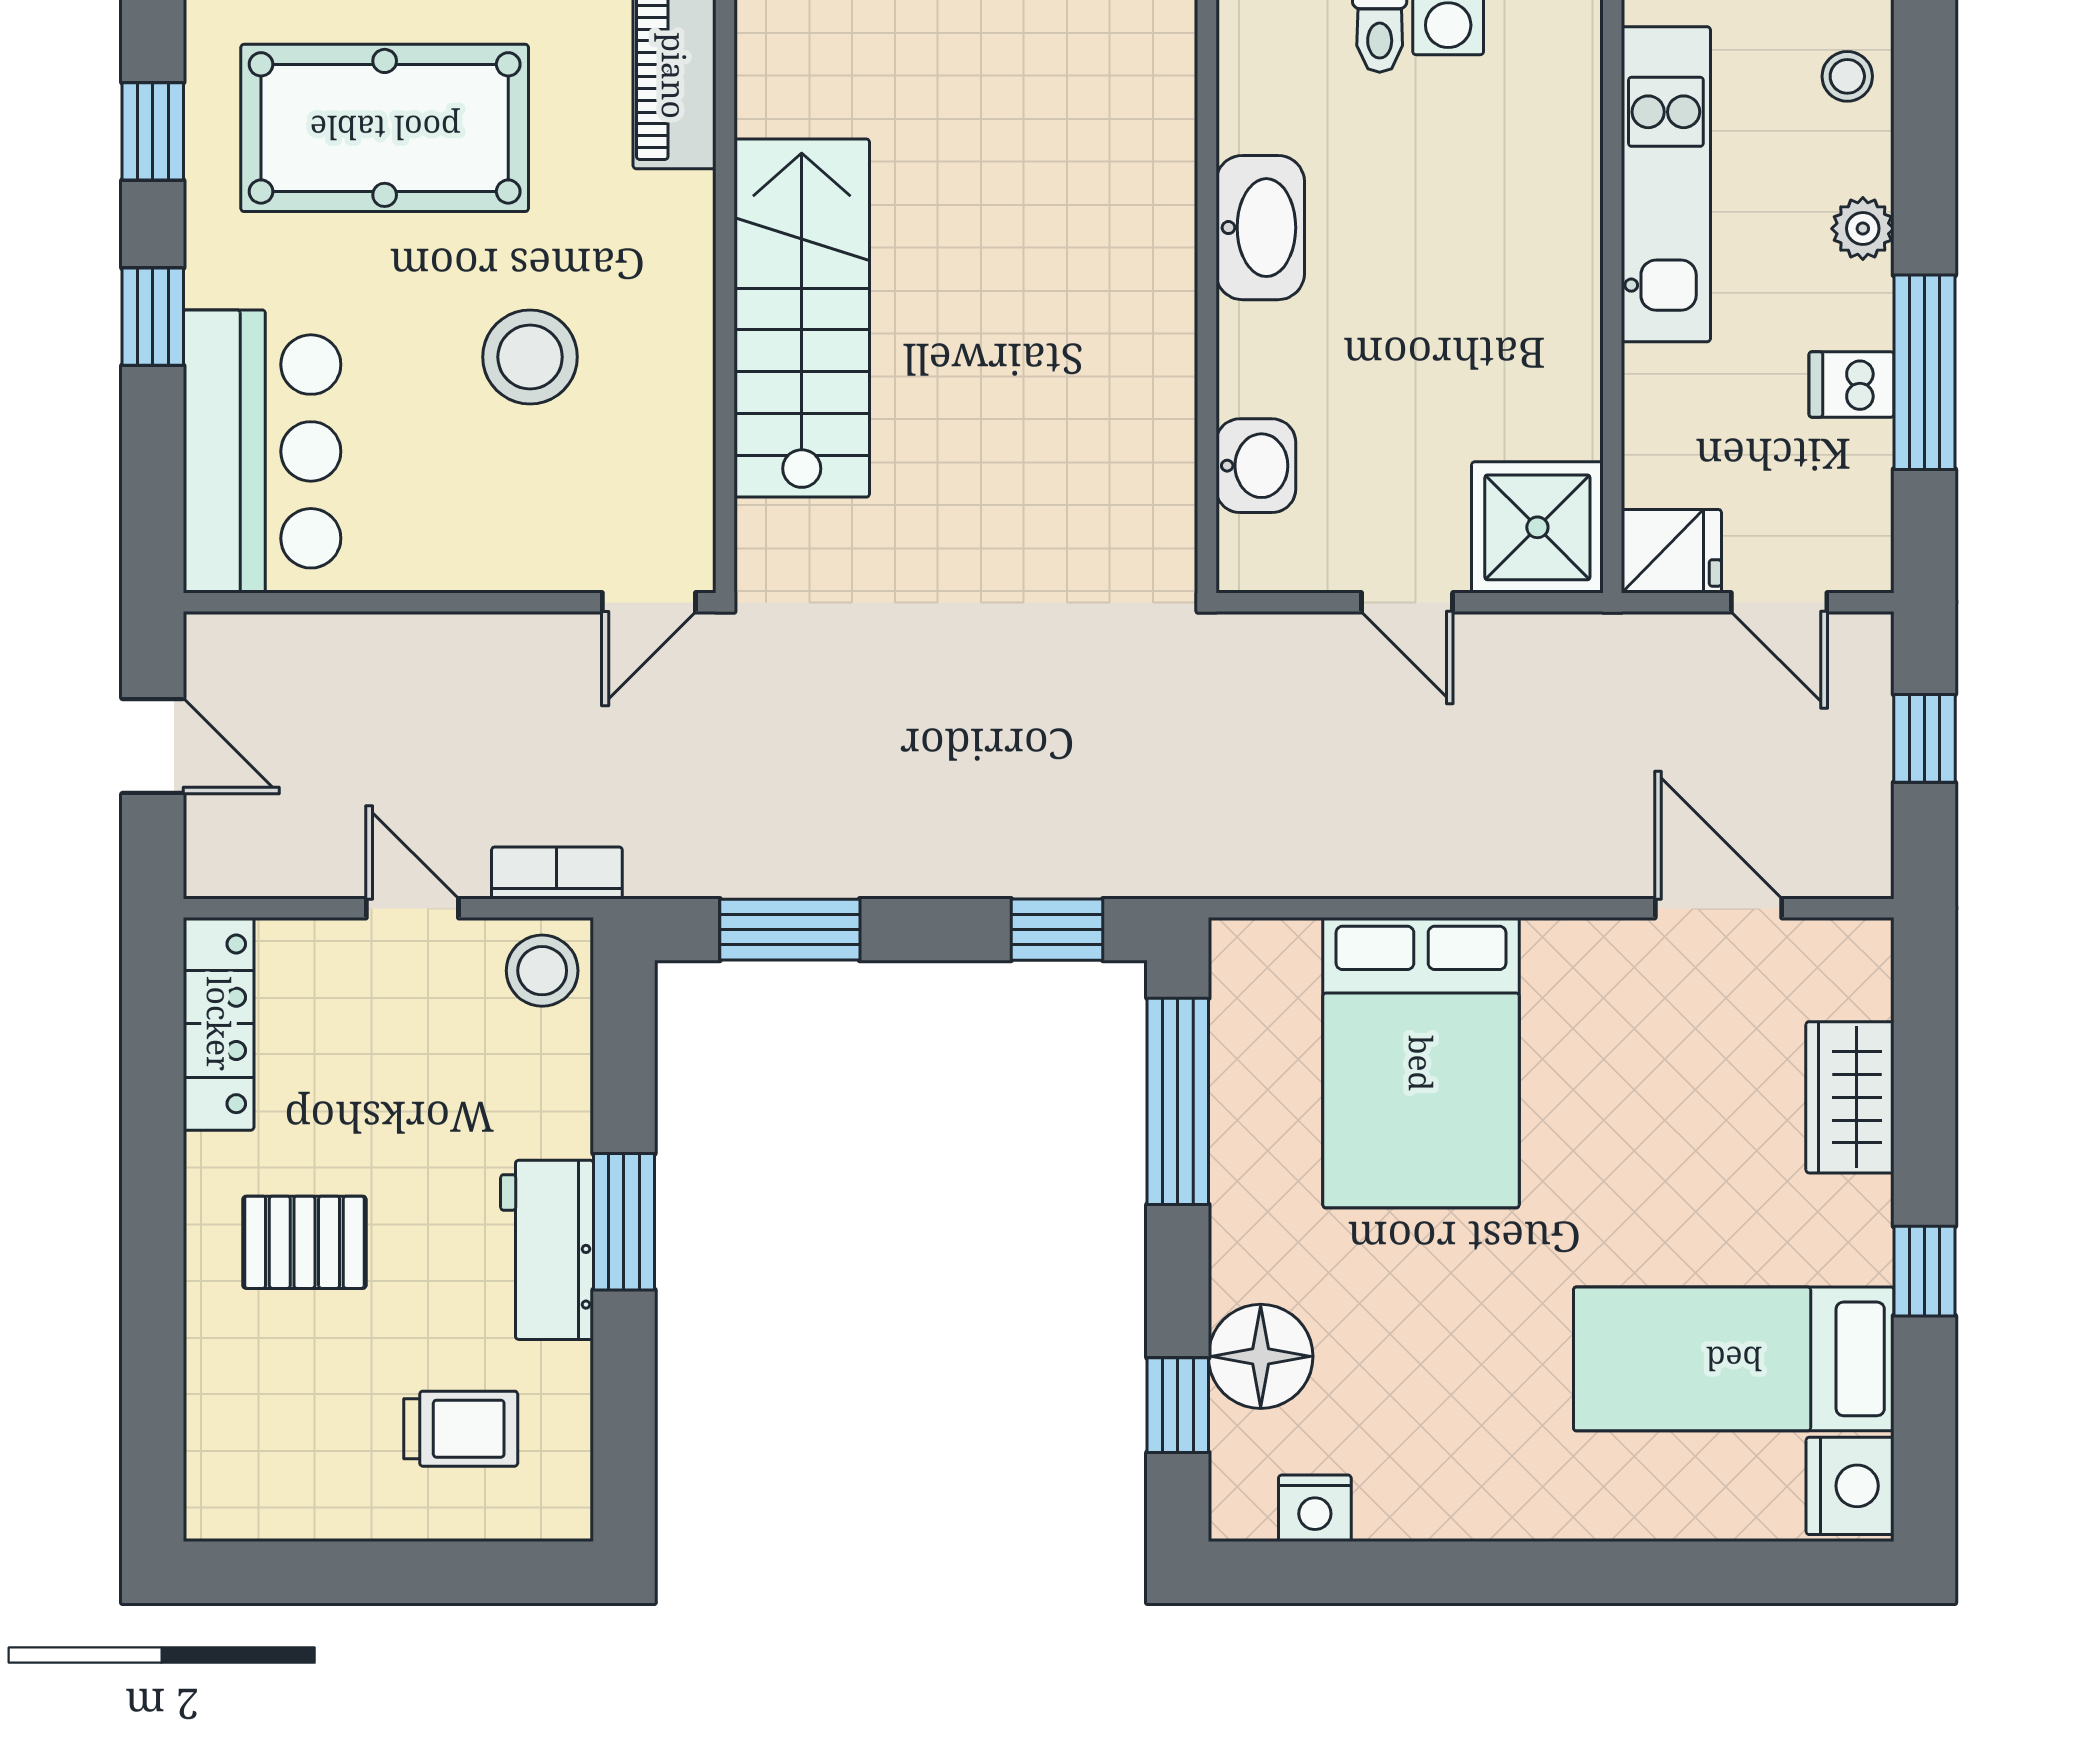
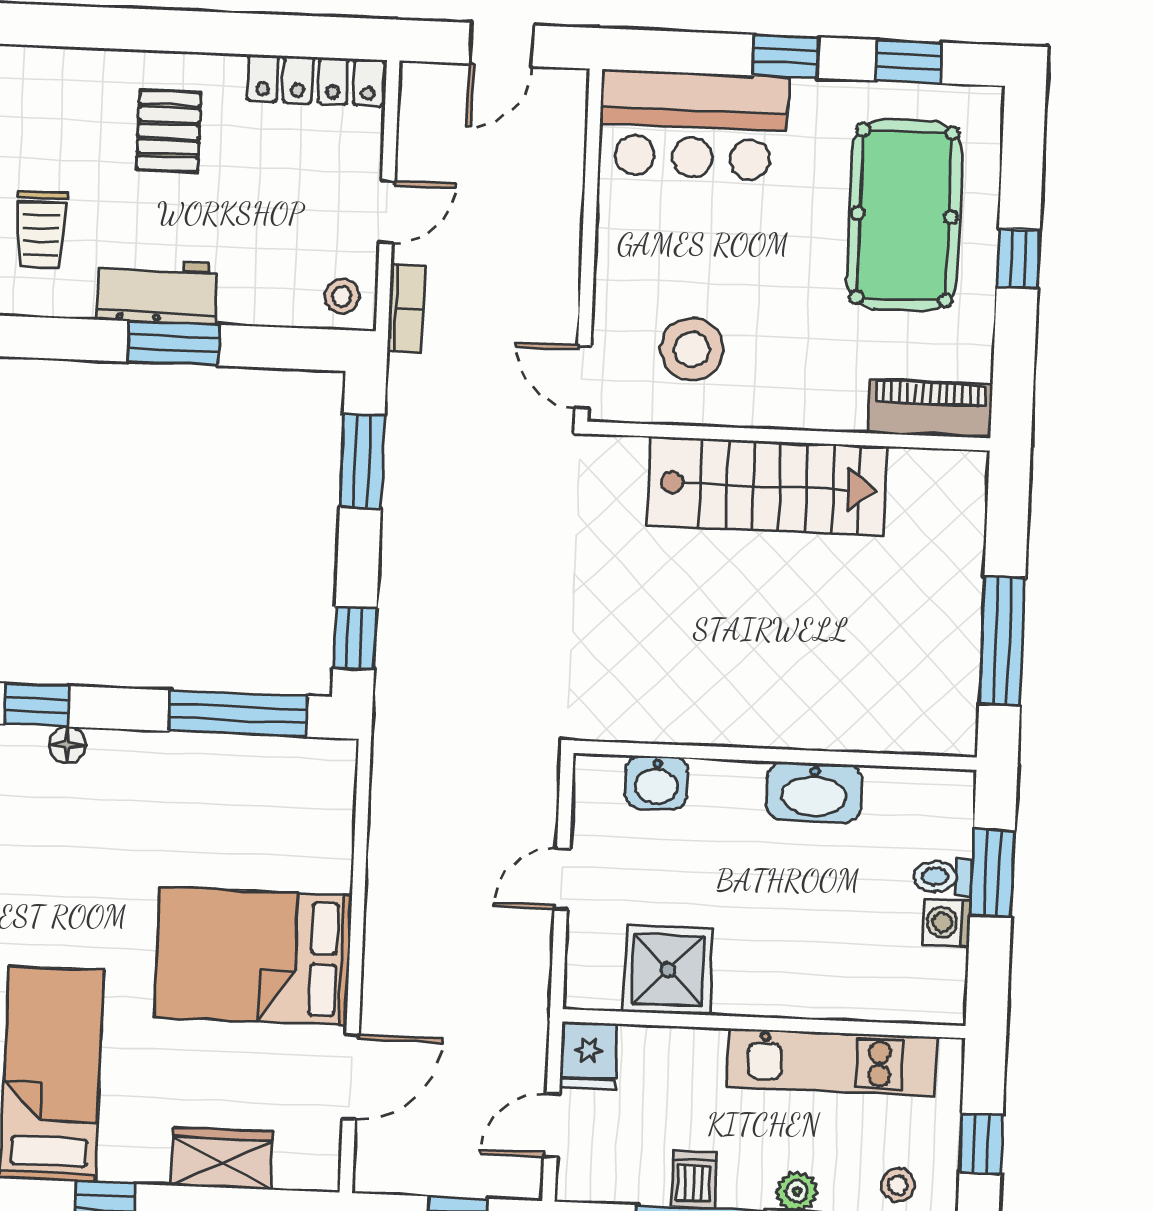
stool: (530, 357) -> (692, 349), moved
shower: (1537, 527) -> (668, 970), moved
stool: (542, 971) -> (342, 296), width x0.73, depth x0.73
bed: (1421, 1063) -> (253, 956), moved
floor lamp: (1261, 1356) -> (67, 745), width x0.53, depth x0.53

